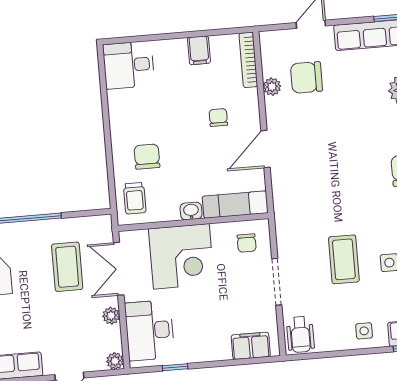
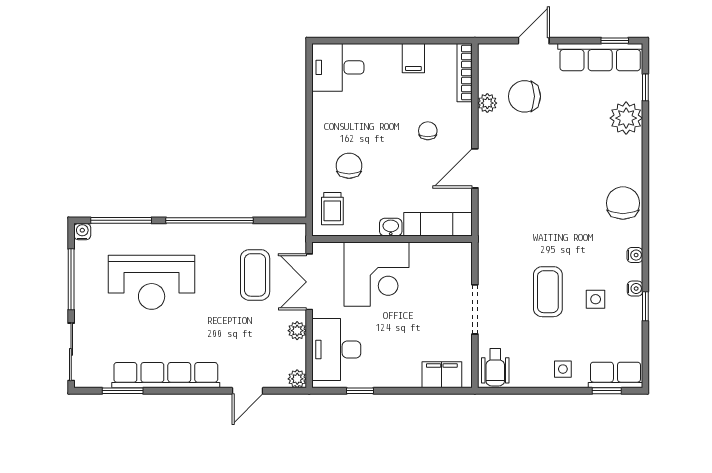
chair: (247, 243) -> (447, 266), removed

